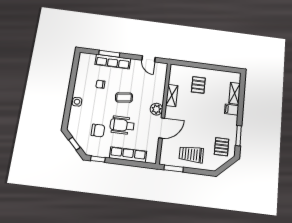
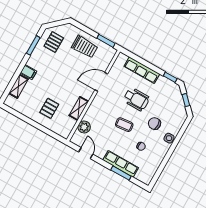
plant: (156, 109) -> (84, 127), moved
chair: (98, 130) -> (154, 124), moved

